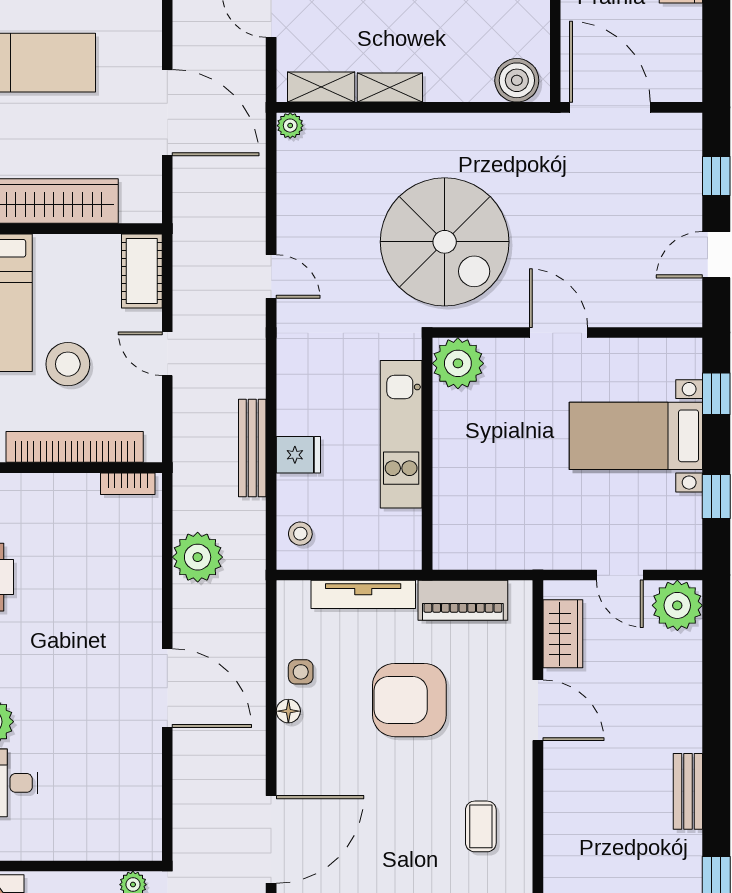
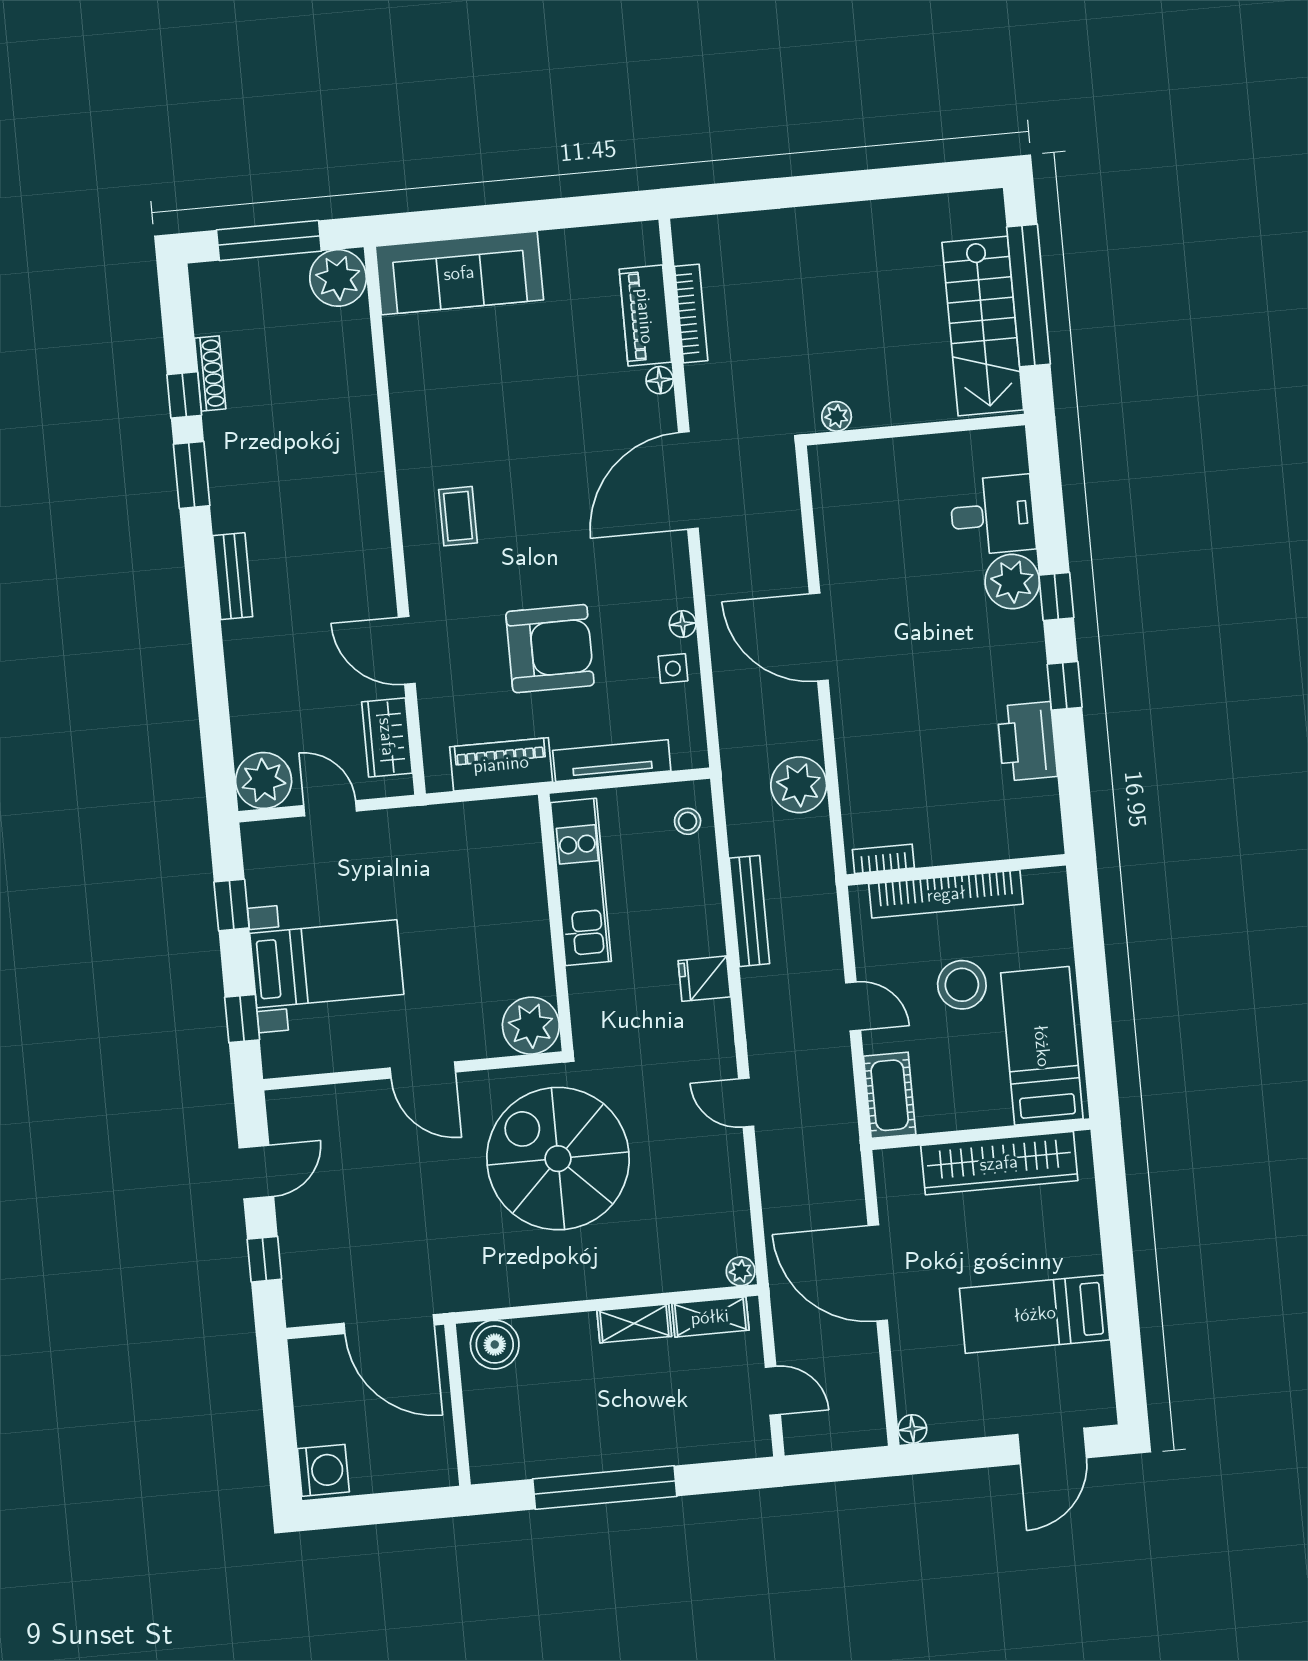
kitchen unit: (401, 434) -> (581, 882), moved
fridge: (298, 455) -> (704, 979), moved

